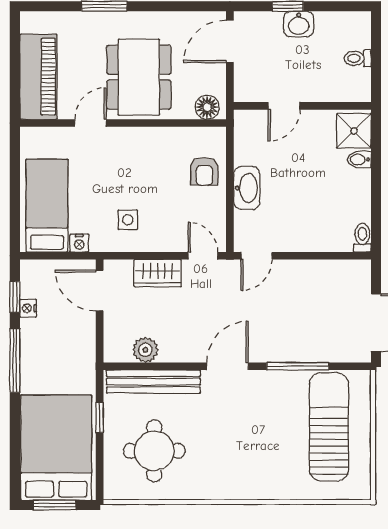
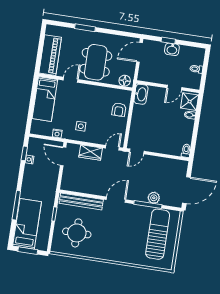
door: (284, 106) -> (174, 88), moved
washbasin: (247, 188) -> (141, 94), moved
bed: (47, 206) -> (45, 99), moved, turned 180
door: (203, 256) -> (112, 148), hinge flipped
plant: (145, 350) -> (154, 198), moved
window: (15, 360) -> (16, 205), moved
bed: (56, 448) -> (27, 224), width x0.67

